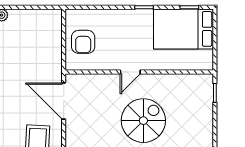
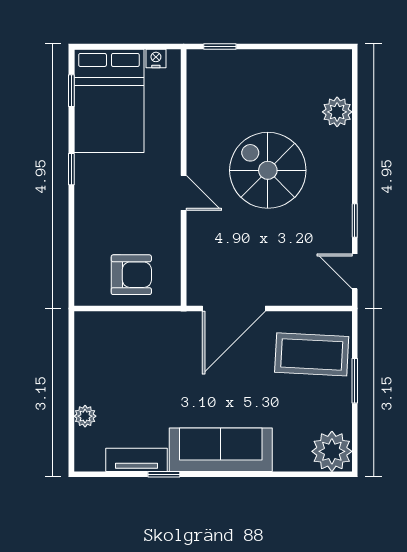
nightstand: (208, 56) -> (156, 58), added

